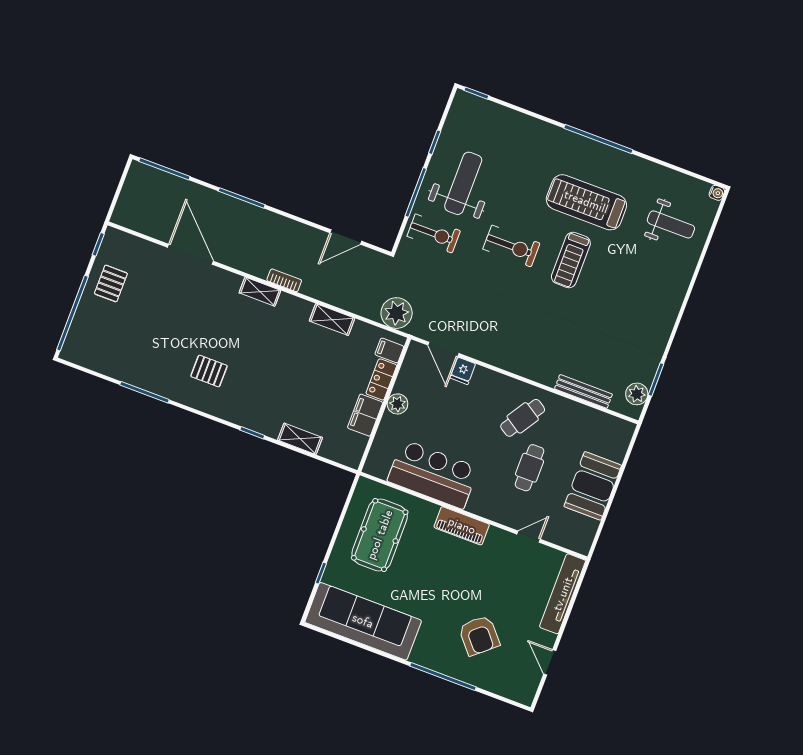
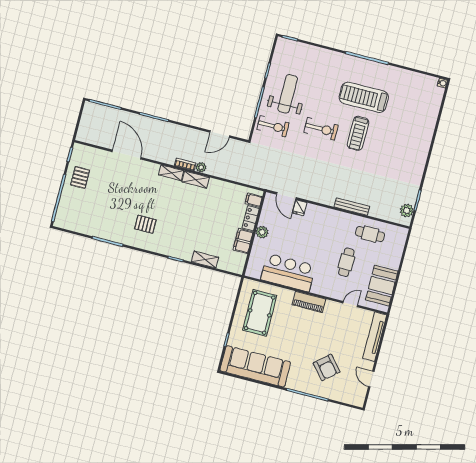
weight bench: (671, 224) -> (416, 105), removed
plant: (397, 313) -> (201, 167), moved, width x0.53, depth x0.53
shelving: (332, 320) -> (196, 180), moved
bench: (583, 391) -> (352, 207), moved
cafe table: (523, 418) -> (370, 234), moved, turned 57
booth: (593, 486) -> (382, 286), moved

